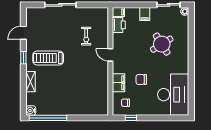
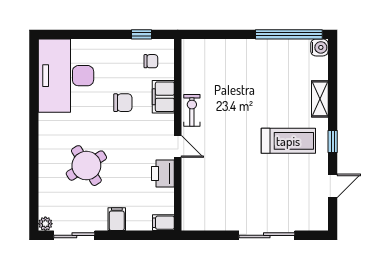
printer: (119, 25) -> (163, 173), moved
exercise bike: (86, 36) -> (192, 110), moved

